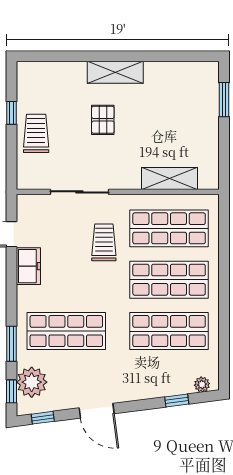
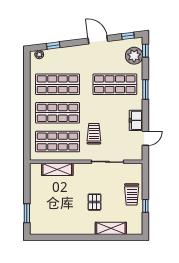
shelving: (115, 72) -> (111, 228), moved
trolley: (104, 242) -> (94, 134), turned 180
window: (11, 344) -> (145, 90), moved

